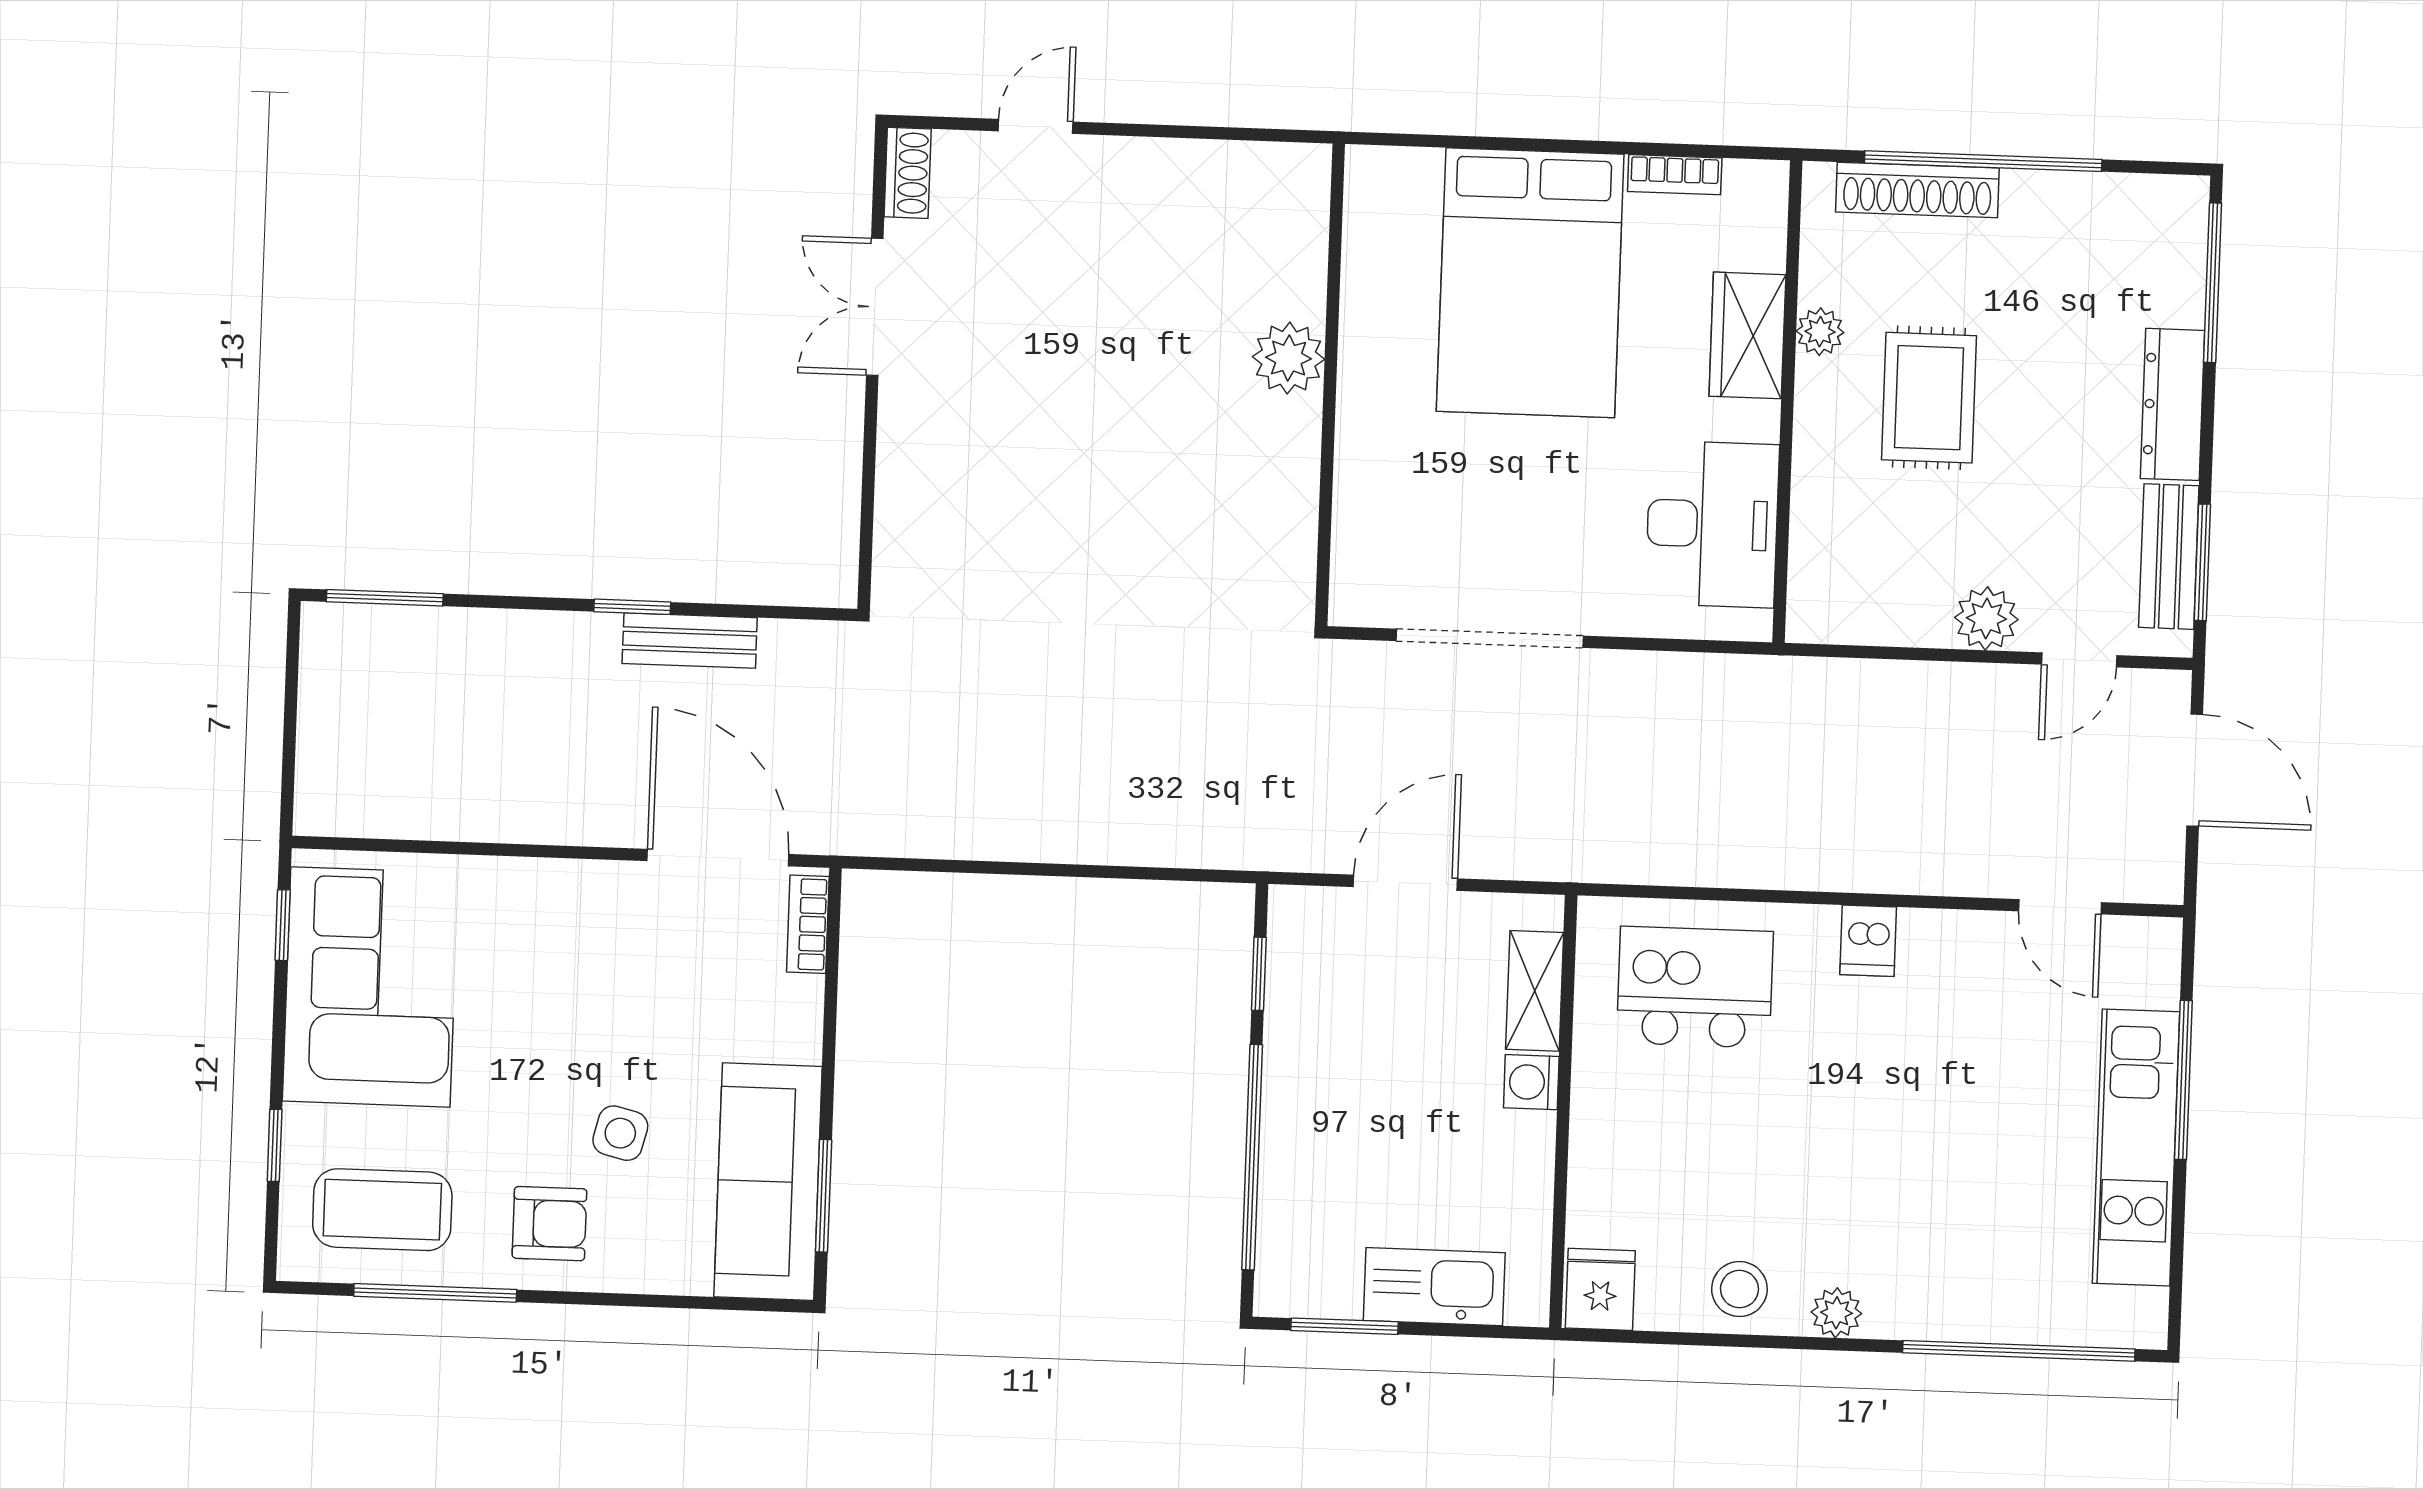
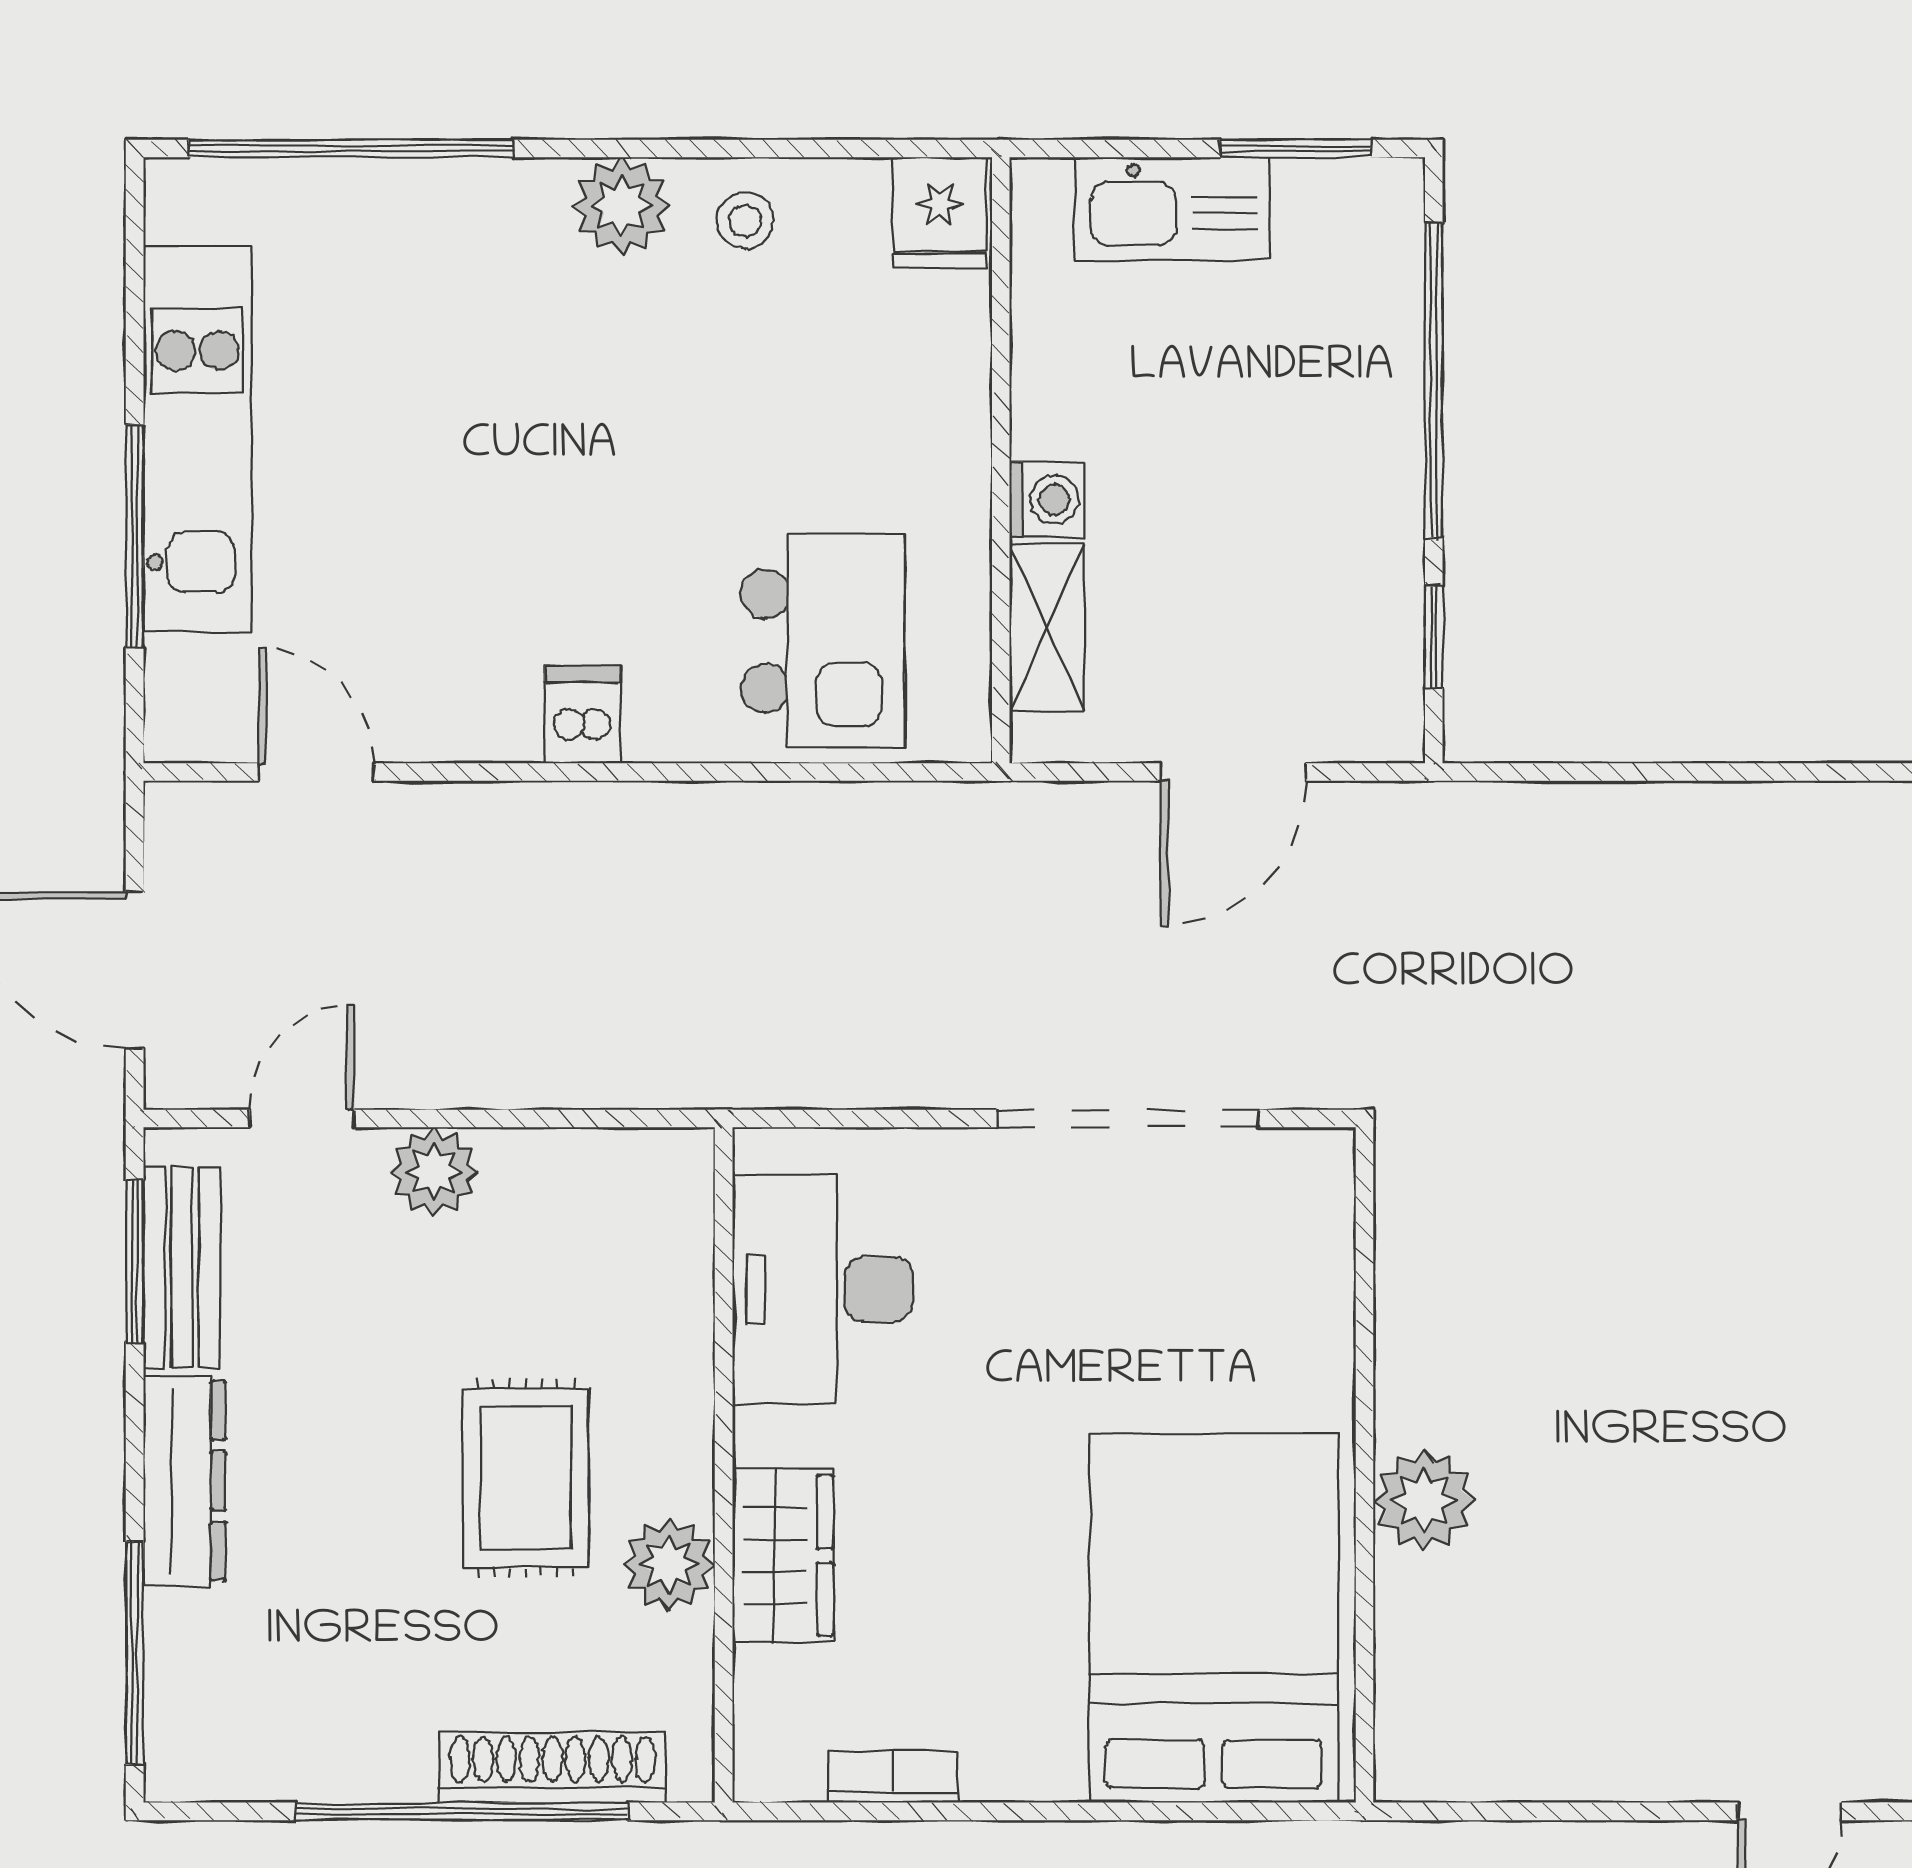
bed: (1530, 283) -> (1214, 1618), moved
plant: (1820, 332) -> (669, 1564), width x1.38, depth x1.38
kitchen island: (1695, 987) -> (823, 641), turned -90
stool: (1739, 1289) -> (745, 221), width x0.73, depth x0.73
plant: (1836, 1313) -> (621, 206), width x1.38, depth x1.38

